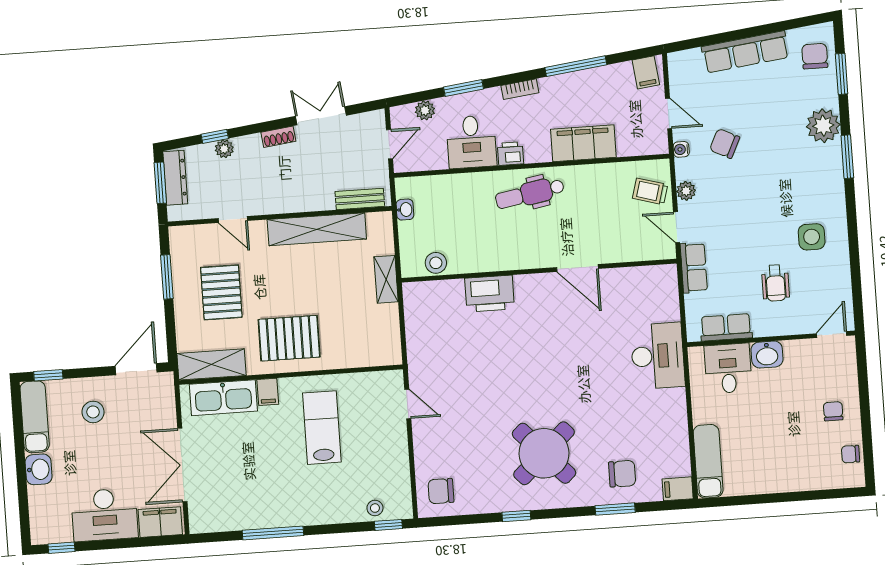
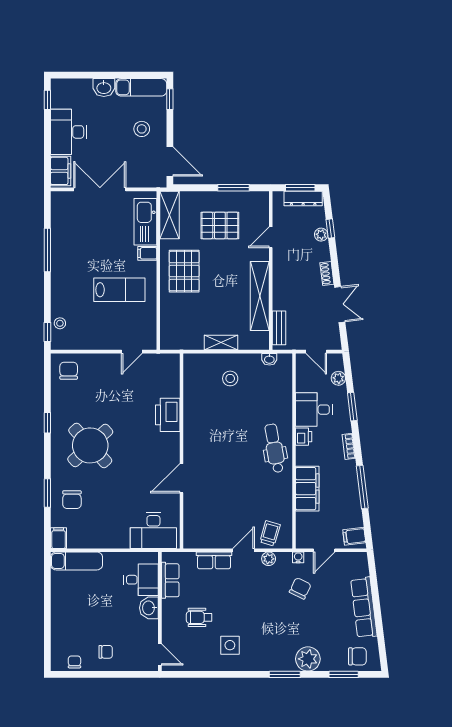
door: (577, 268) -> (181, 478), moved
wall: (539, 271) -> (181, 451), moved
printer: (490, 294) -> (168, 415), moved

